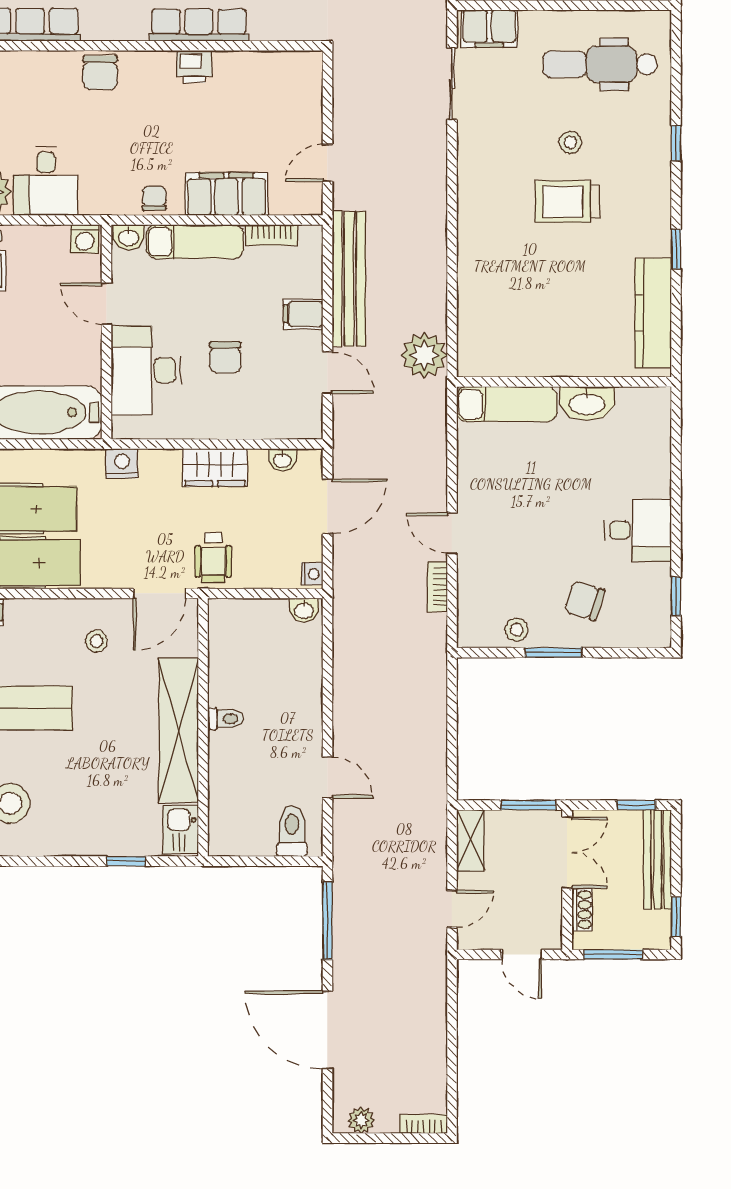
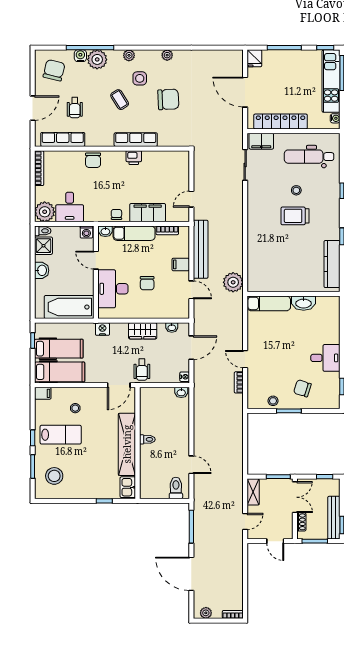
stool: (97, 641) -> (75, 408), moved
bench: (657, 860) -> (334, 518), moved

